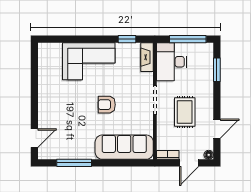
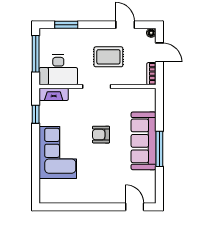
armchair: (107, 105) -> (101, 135), turned 90
sofa: (124, 147) -> (143, 141), moved
window: (74, 163) -> (159, 149), moved

